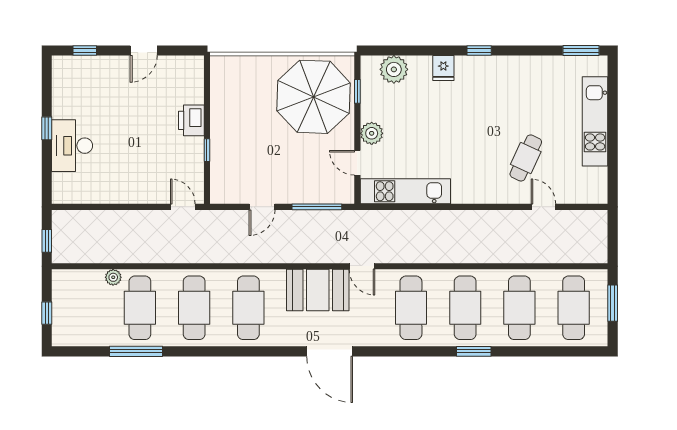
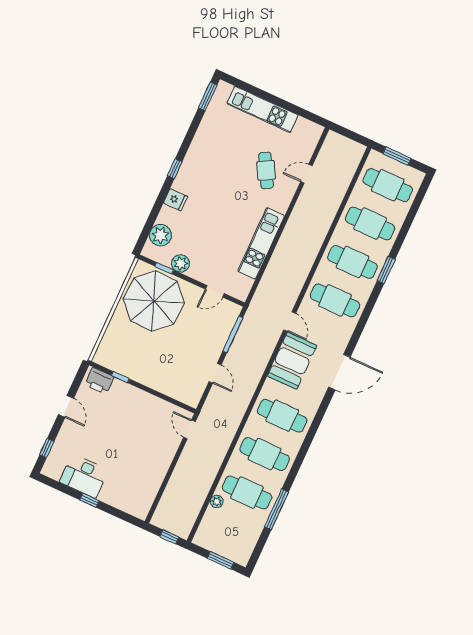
printer: (191, 120) -> (99, 381), moved
plant: (372, 133) -> (181, 263), moved
desk: (72, 146) -> (84, 476), moved
window: (207, 150) -> (120, 377), moved
cafe table: (526, 158) -> (266, 170), turned 36
kitchen unit: (405, 191) -> (261, 243), moved
door: (183, 207) -> (189, 429), hinge flipped
door: (362, 266) -> (290, 322), hinge flipped
window: (47, 313) -> (221, 560), width x1.50

